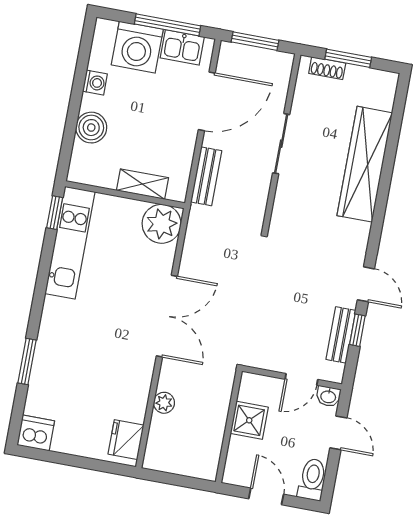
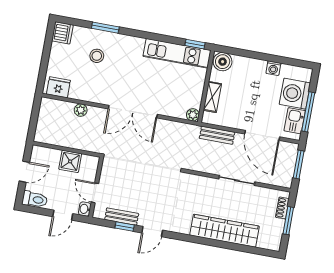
boiler: (91, 128) -> (223, 62), moved
plant: (162, 224) -> (193, 115), width x0.53, depth x0.53
stool: (74, 376) -> (97, 56), added

